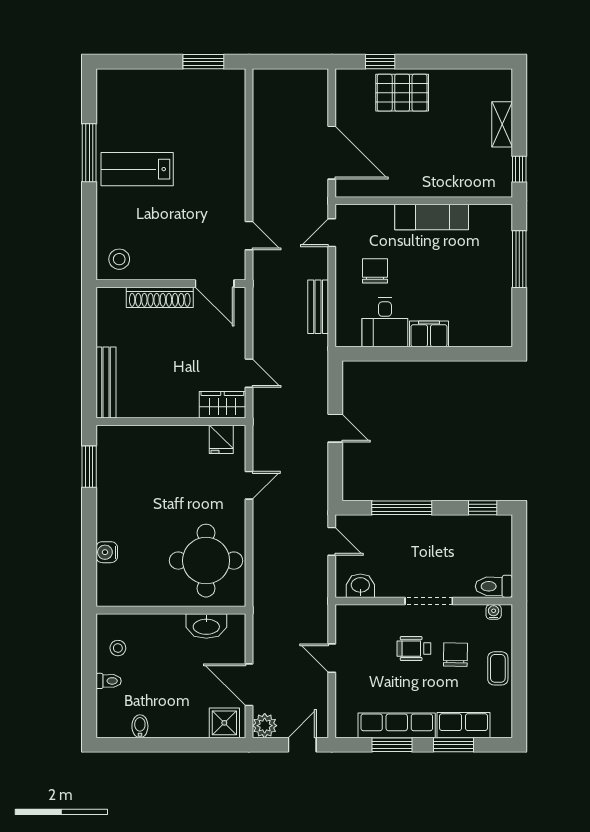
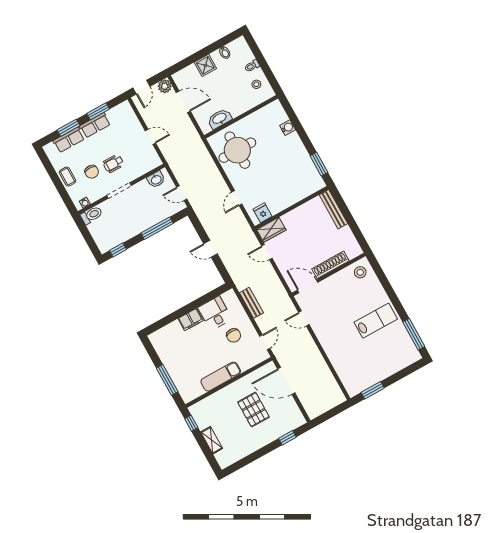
pallet: (402, 93) -> (254, 410), moved, turned 90
window: (89, 153) -> (414, 334), moved
wheelchair: (414, 649) -> (113, 164), turned 180
shower: (224, 723) -> (205, 65), moved
row of seats: (397, 725) -> (95, 125), width x0.68

